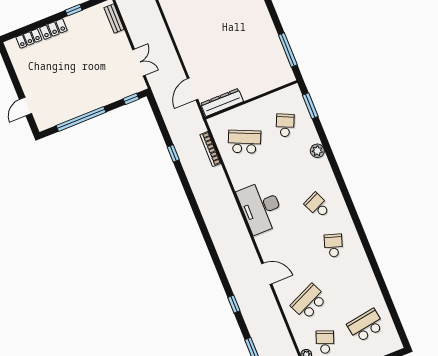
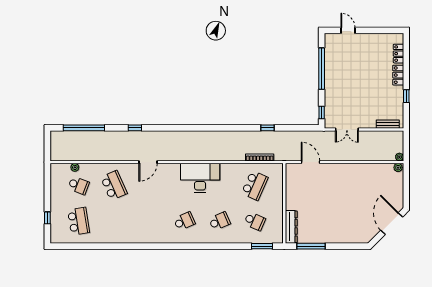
dresser: (222, 102) -> (291, 227), moved
plant: (317, 151) -> (226, 238), removed
school desk: (333, 246) -> (219, 221), moved, turned -42

